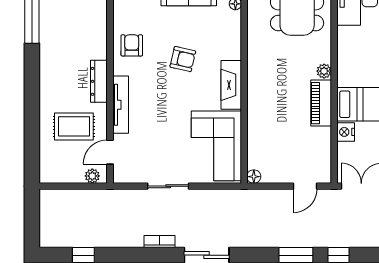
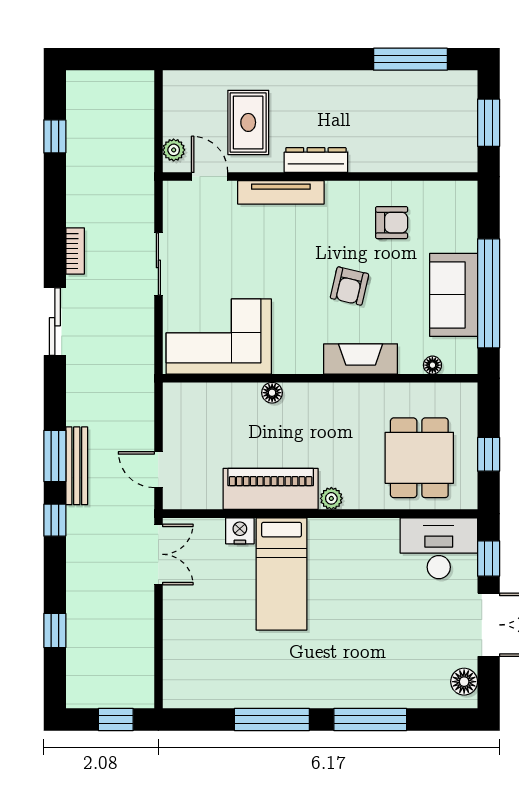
armchair: (132, 45) -> (392, 223), moved
fireplace: (231, 85) -> (361, 359), moved
piano: (321, 103) -> (271, 489), width x1.37, depth x1.33
floor lamp: (254, 177) -> (272, 393), moved
bench: (302, 240) -> (77, 466), added

